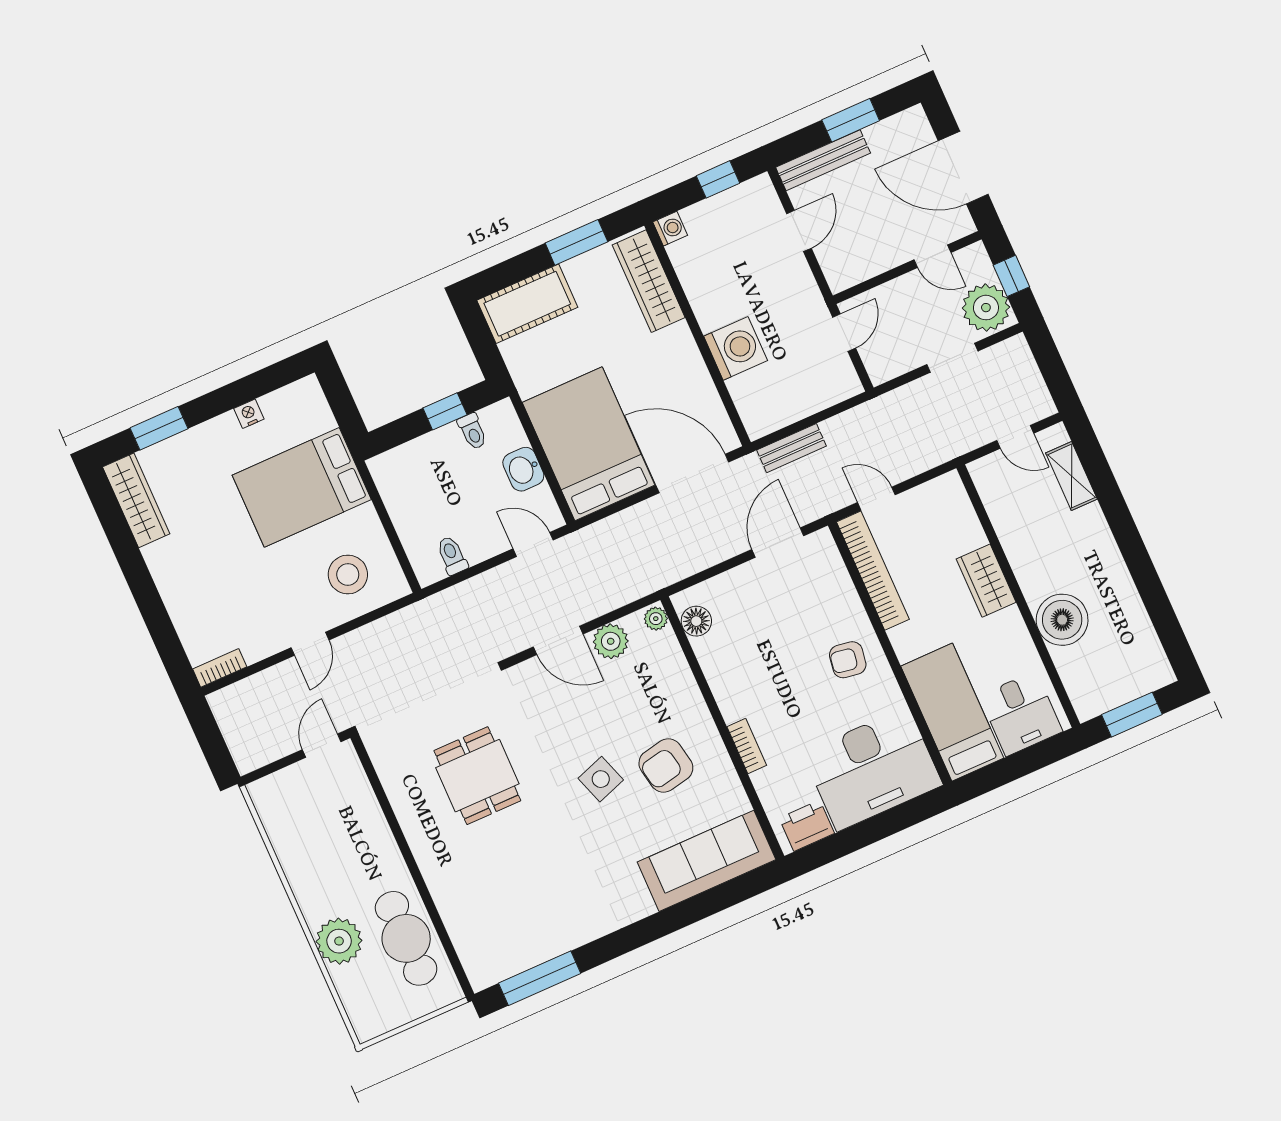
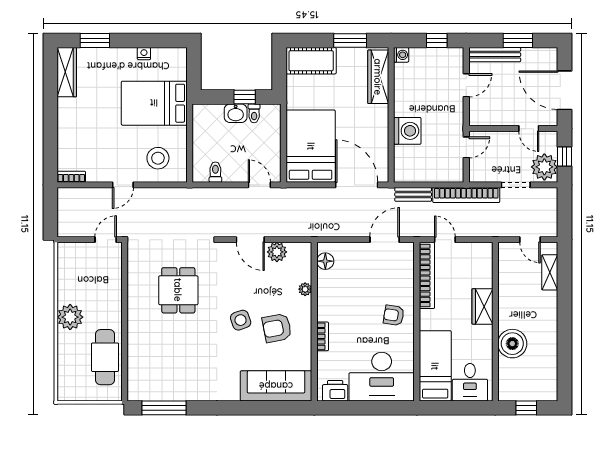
bookcase: (879, 410) -> (466, 195), added
washbasin: (523, 469) -> (236, 113), moved, turned -90
plant: (656, 619) -> (305, 289), moved
window: (1132, 715) -> (526, 408), width x0.67
plant: (339, 941) -> (70, 317), moved

